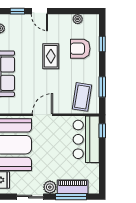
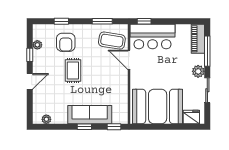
window: (17, 11) -> (30, 55), moved
rug: (51, 56) -> (73, 70), turned 90
door: (42, 115) -> (129, 60), moved
piano: (73, 187) -> (198, 39), moved

